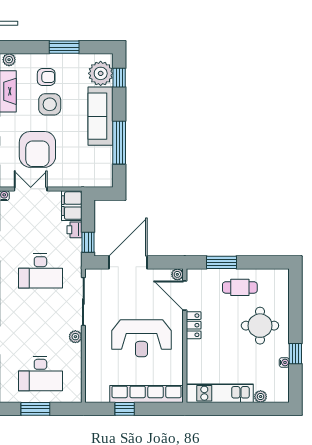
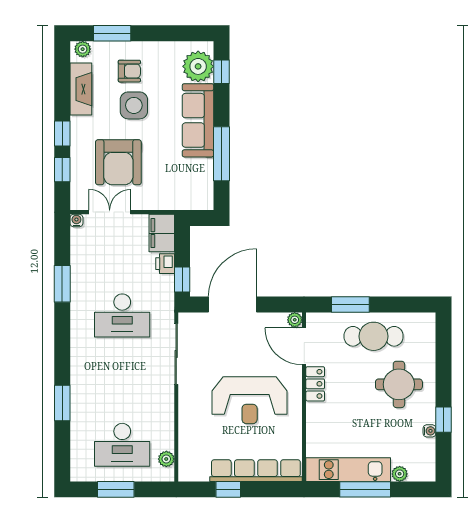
window: (64, 47) -> (112, 33), moved
cafe table: (240, 287) -> (374, 336), width x1.37, depth x1.35
plant: (75, 337) -> (166, 459), moved
window: (233, 409) -> (365, 489), added

